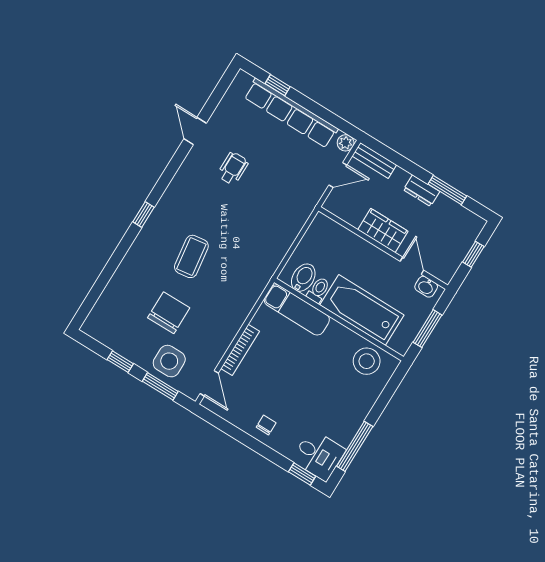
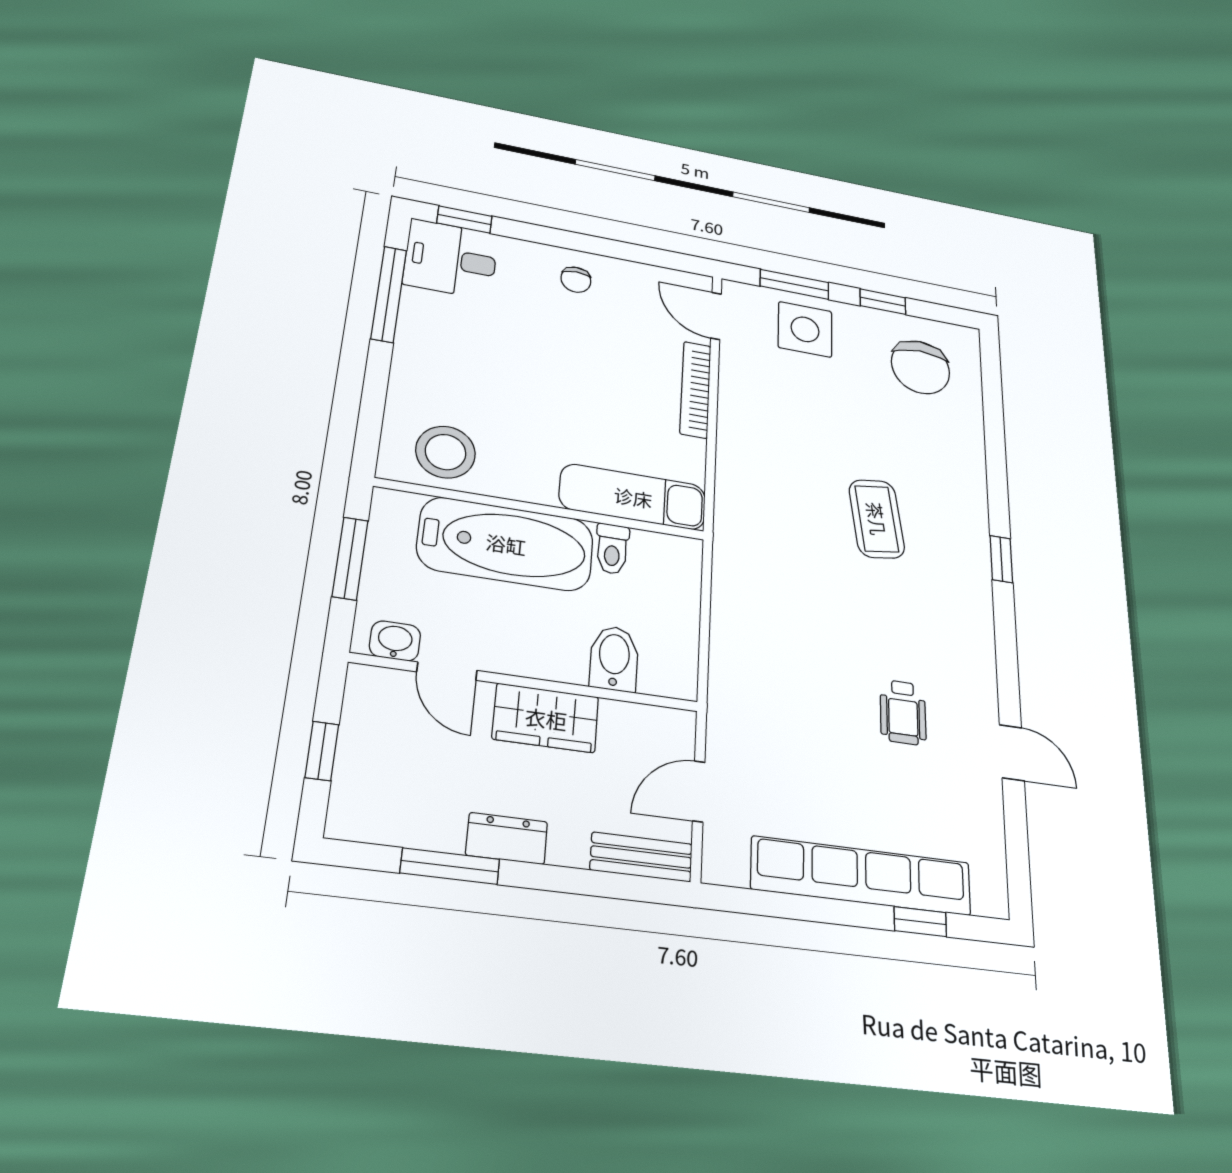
plant: (346, 143) -> (720, 866), removed
bidet: (303, 278) -> (614, 658), moved, turned 180
chair: (169, 313) -> (920, 367), moved

